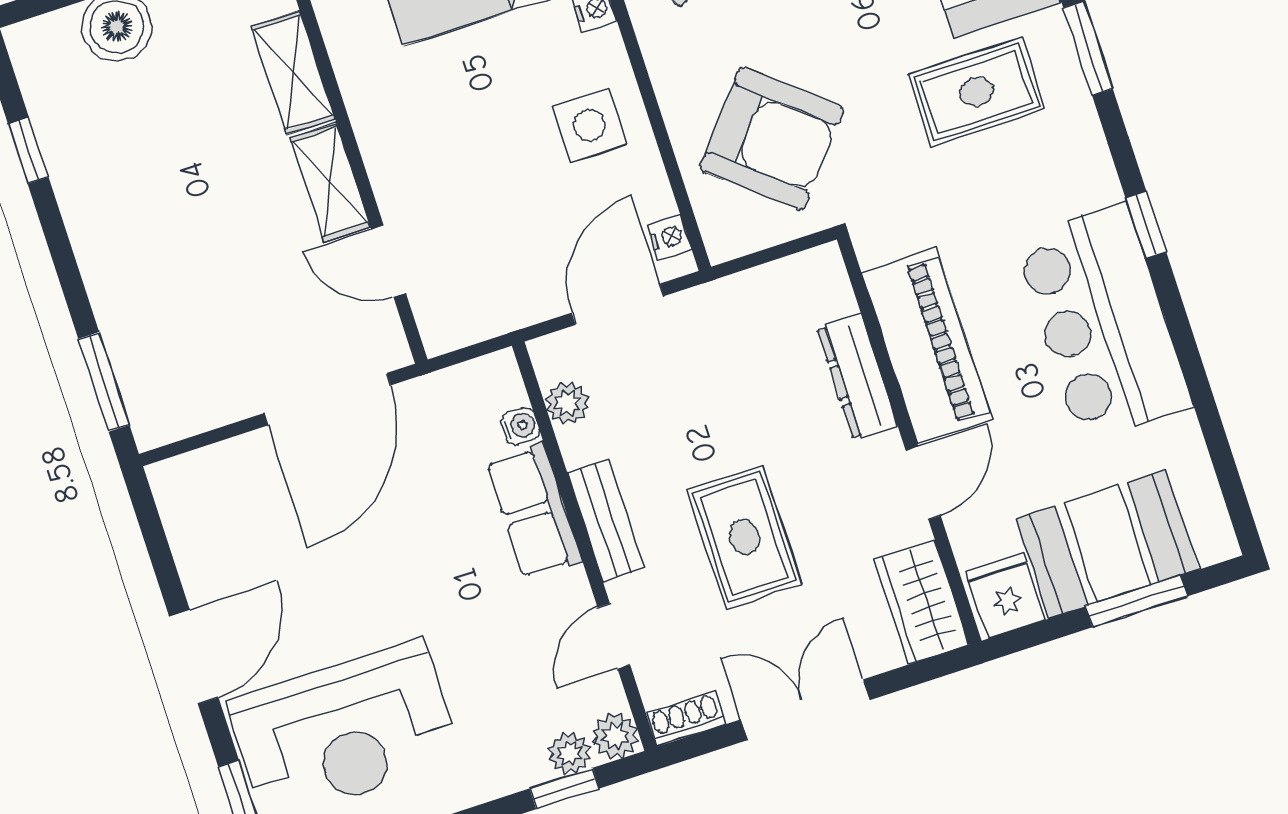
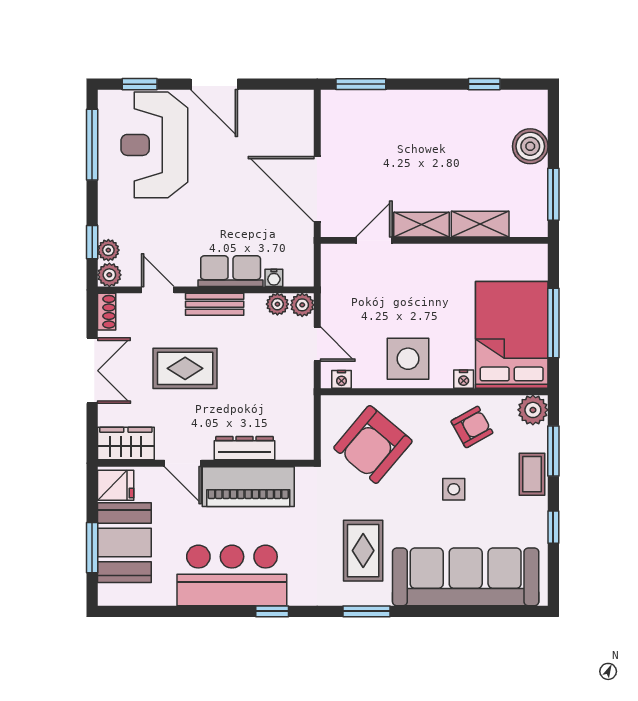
side table: (589, 125) -> (408, 359), width x1.37, depth x1.37
door: (618, 304) -> (317, 344), width x0.73
plant: (553, 356) -> (302, 305), added

